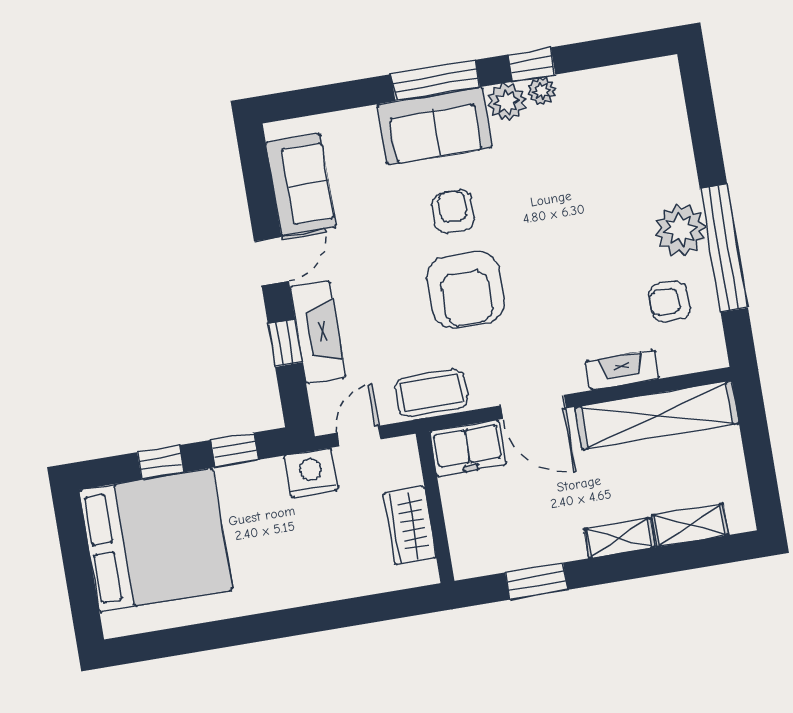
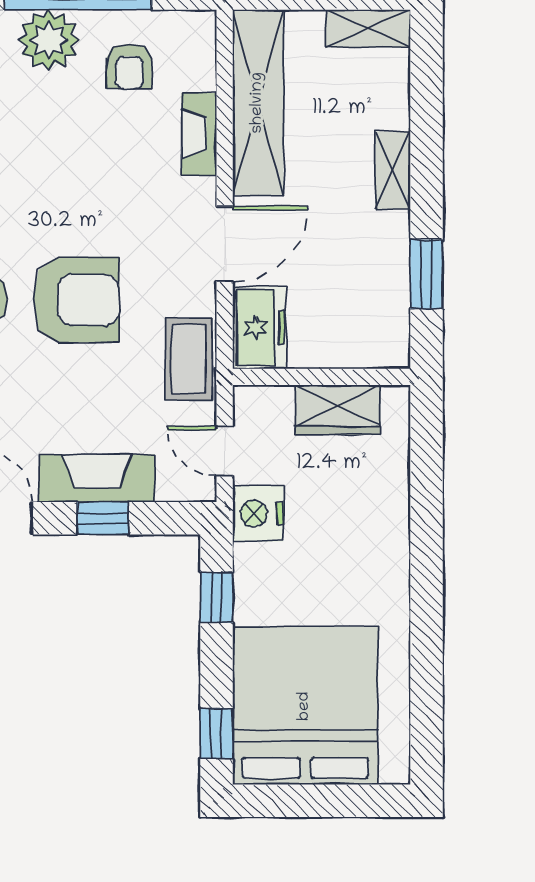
window: (161, 462) -> (217, 734), moved
shelving: (690, 525) -> (368, 28), moved, turned 90

